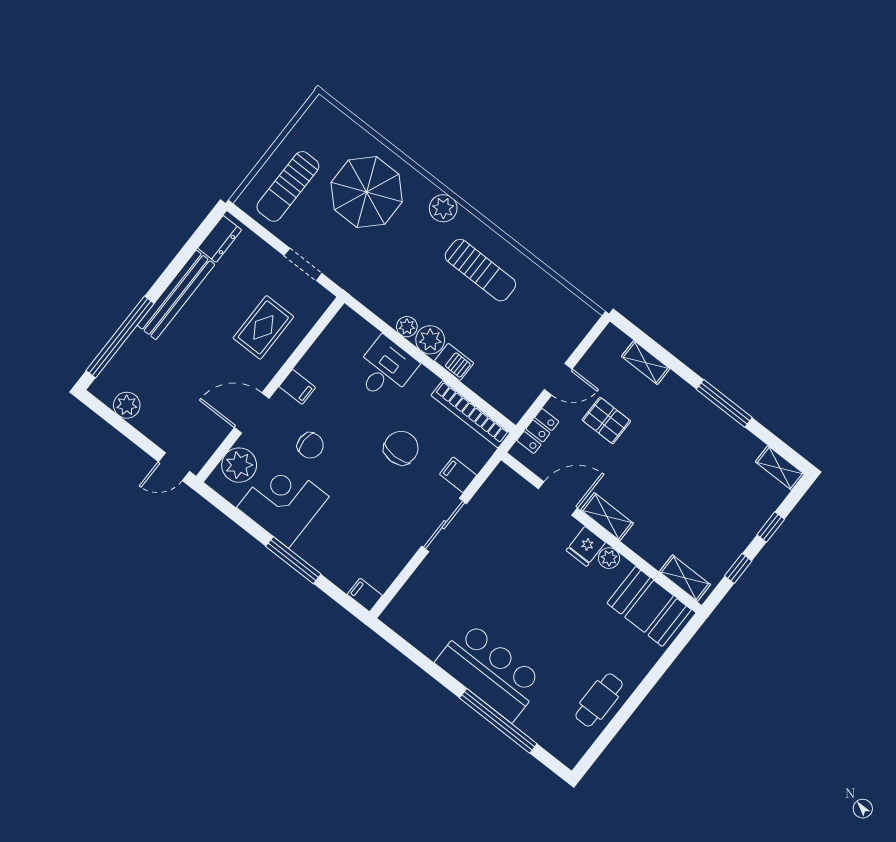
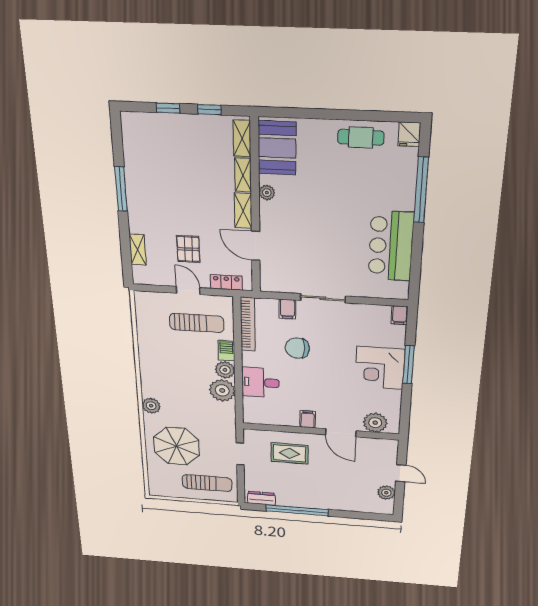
sun lounger: (480, 270) -> (197, 323), moved, turned 90
bench: (176, 295) -> (308, 502), removed
plant: (407, 327) -> (222, 390), width x1.88, depth x1.88
window: (120, 337) -> (297, 510), moved
chair: (310, 445) -> (335, 394), removed
door: (174, 467) -> (401, 473), moved
shelving: (780, 468) -> (243, 175), moved
corner desk: (283, 502) -> (380, 368), moved
fridge: (586, 546) -> (409, 134), moved, turned 90
bar counter: (490, 672) -> (391, 246), moved

